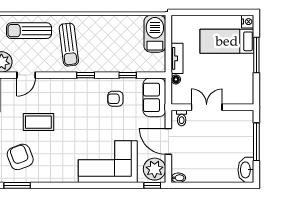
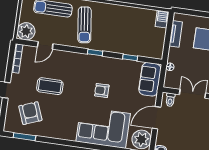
barbecue: (155, 34) -> (162, 19), width x0.53, depth x0.65
tv unit: (177, 58) -> (176, 34), moved
armchair: (115, 99) -> (102, 90), moved
door: (168, 141) -> (156, 118), hinge flipped

